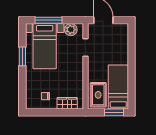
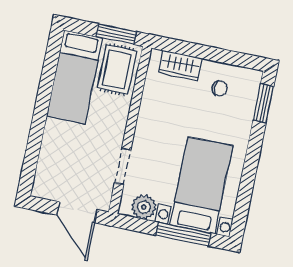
window: (22, 56) -> (263, 103), moved
window: (114, 112) -> (116, 34), moved

